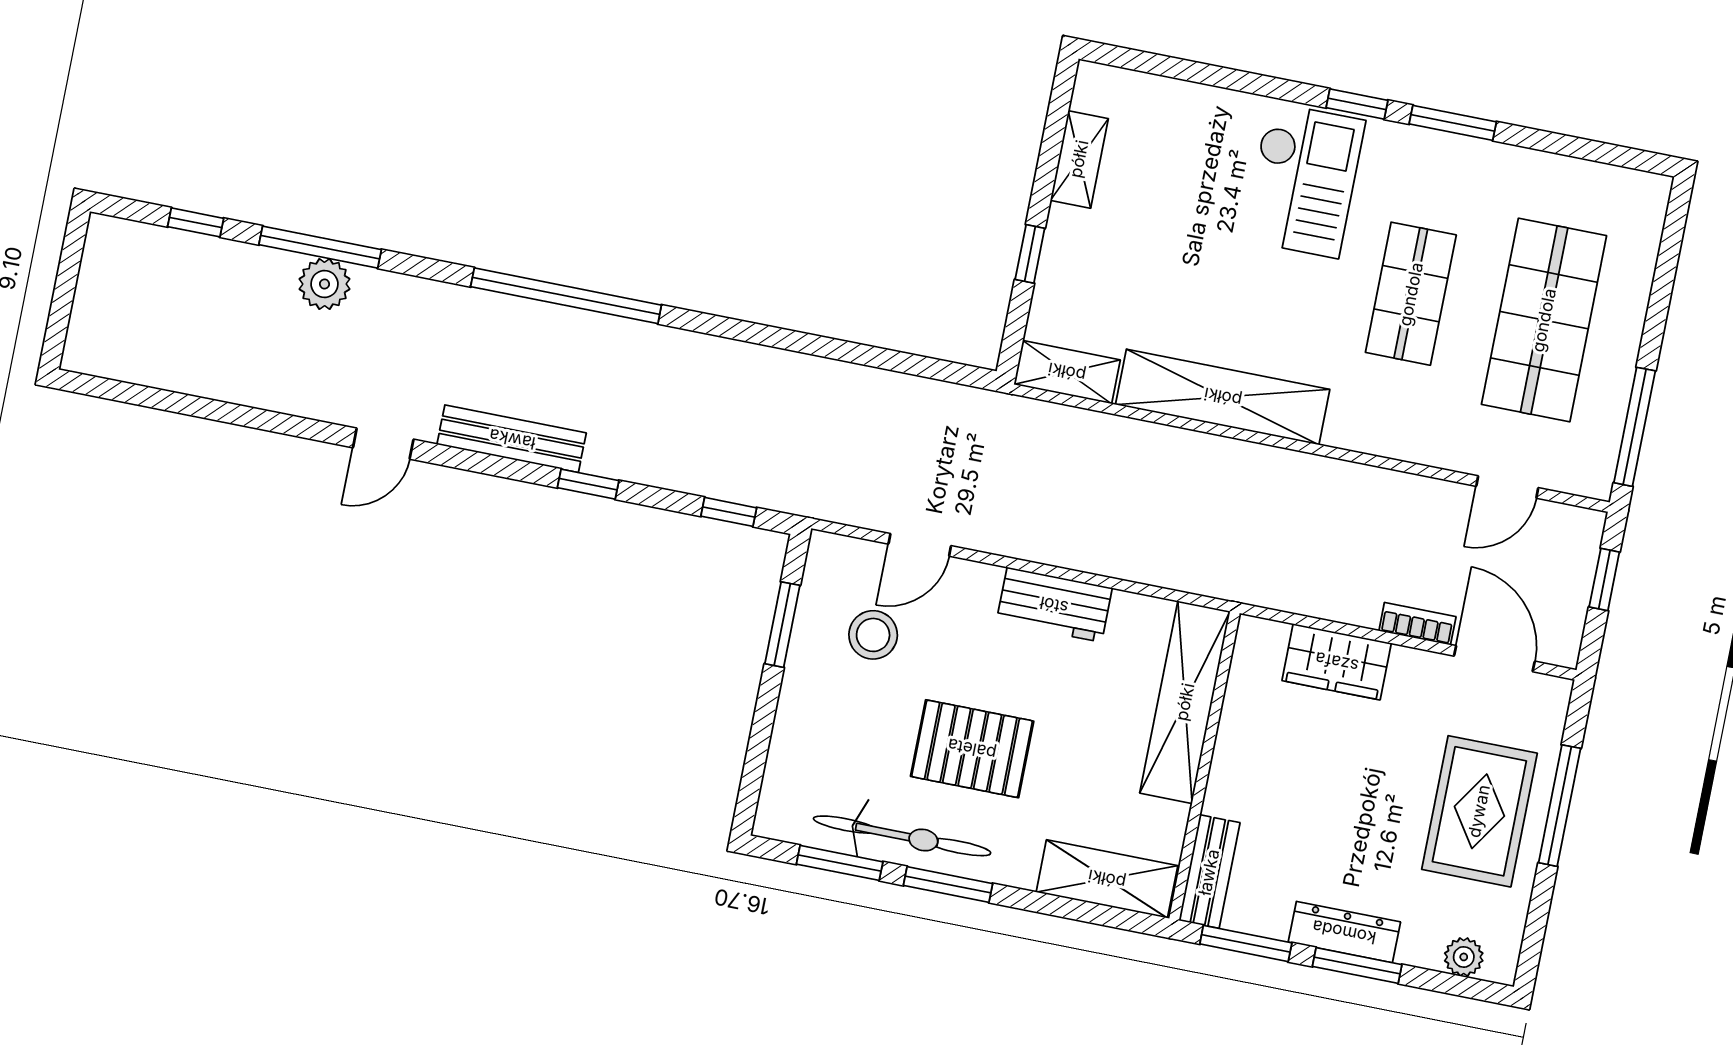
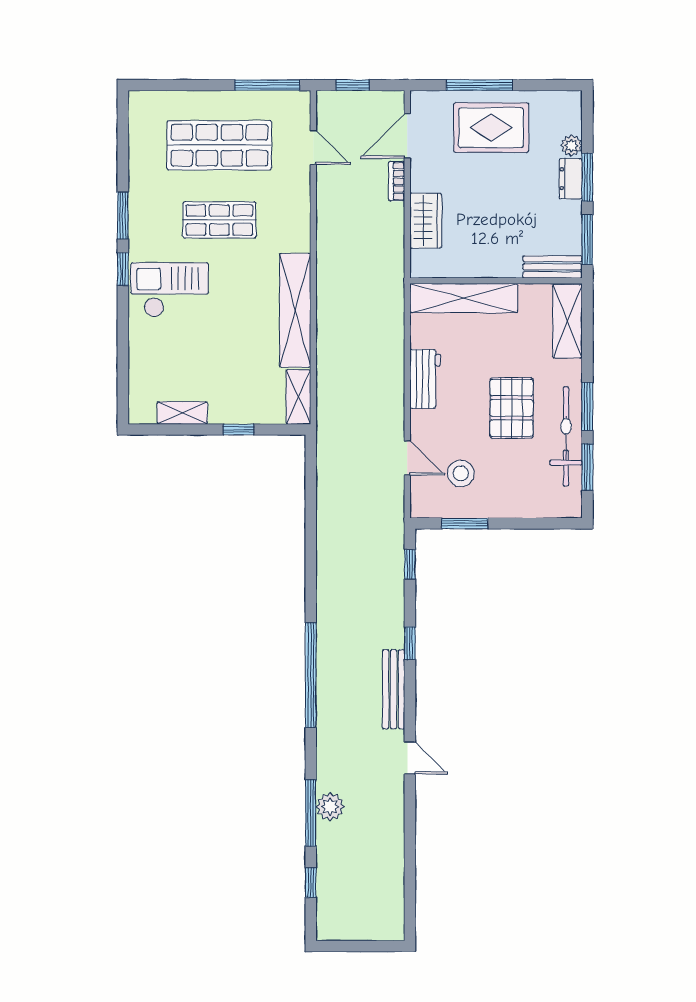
dresser: (1344, 932) -> (571, 179), width x0.70
plant: (1464, 957) -> (571, 146), moved

